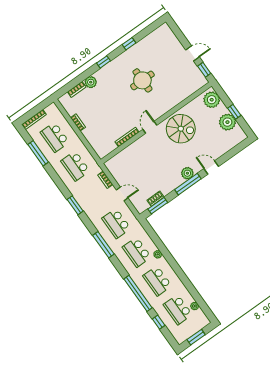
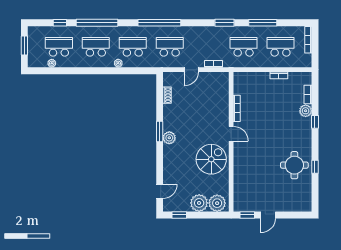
window: (103, 62) -> (315, 122), moved
round table: (142, 80) -> (294, 165), moved
window: (234, 112) -> (179, 215), moved
plant: (227, 122) -> (199, 203), moved
spiral stairs: (181, 129) -> (211, 159), turned 180
window: (38, 153) -> (263, 23), moved
door: (211, 167) -> (160, 191), moved
window: (188, 184) -> (160, 132), width x0.69
window: (75, 205) -> (224, 23), moved
window: (158, 206) -> (160, 93), removed
window: (103, 245) -> (159, 23), width x1.46

